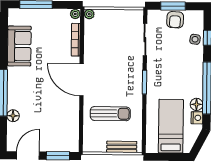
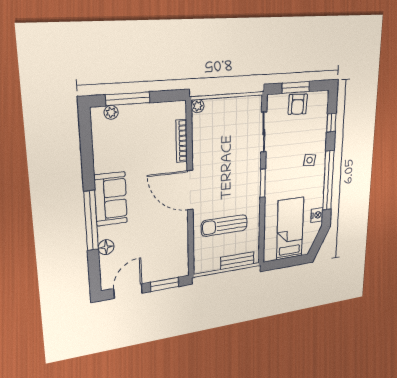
plant: (75, 14) -> (111, 112), moved
side table: (195, 39) -> (310, 160), moved
sofa: (19, 46) -> (111, 199), moved
floor lamp: (197, 104) -> (317, 200), removed
sun lounger: (110, 114) -> (224, 225), turned 180

